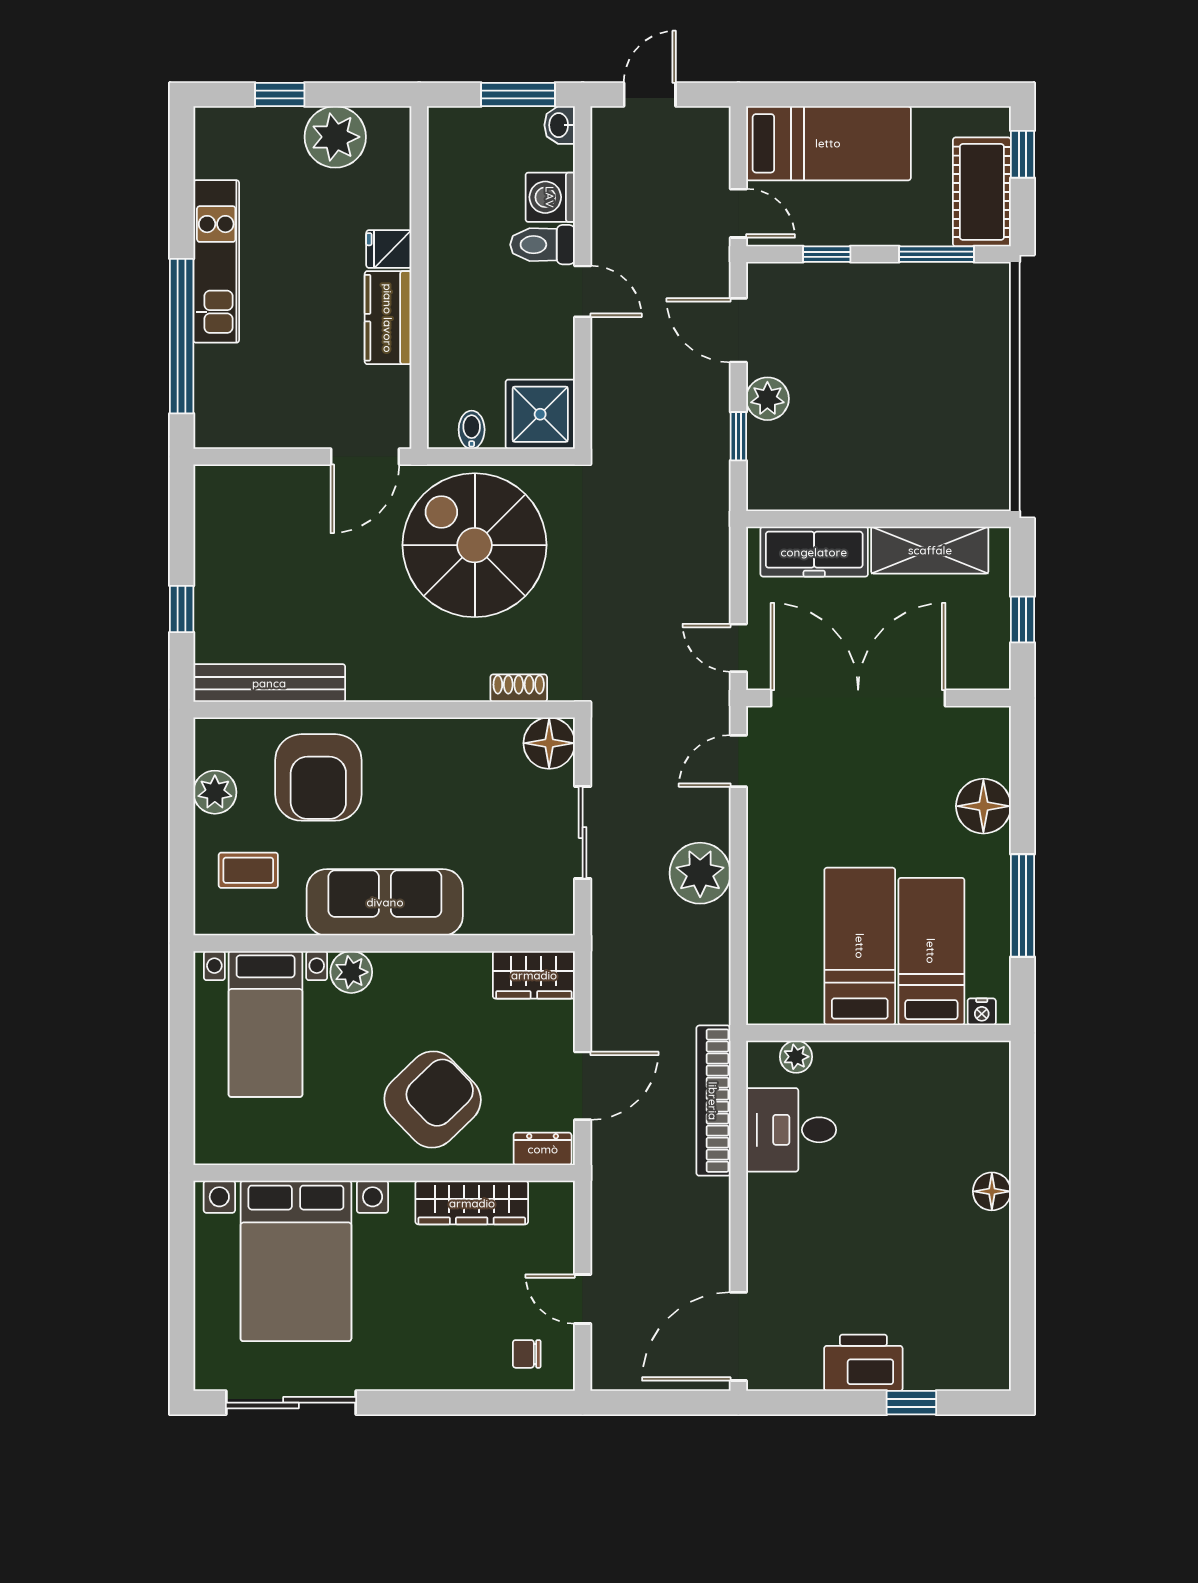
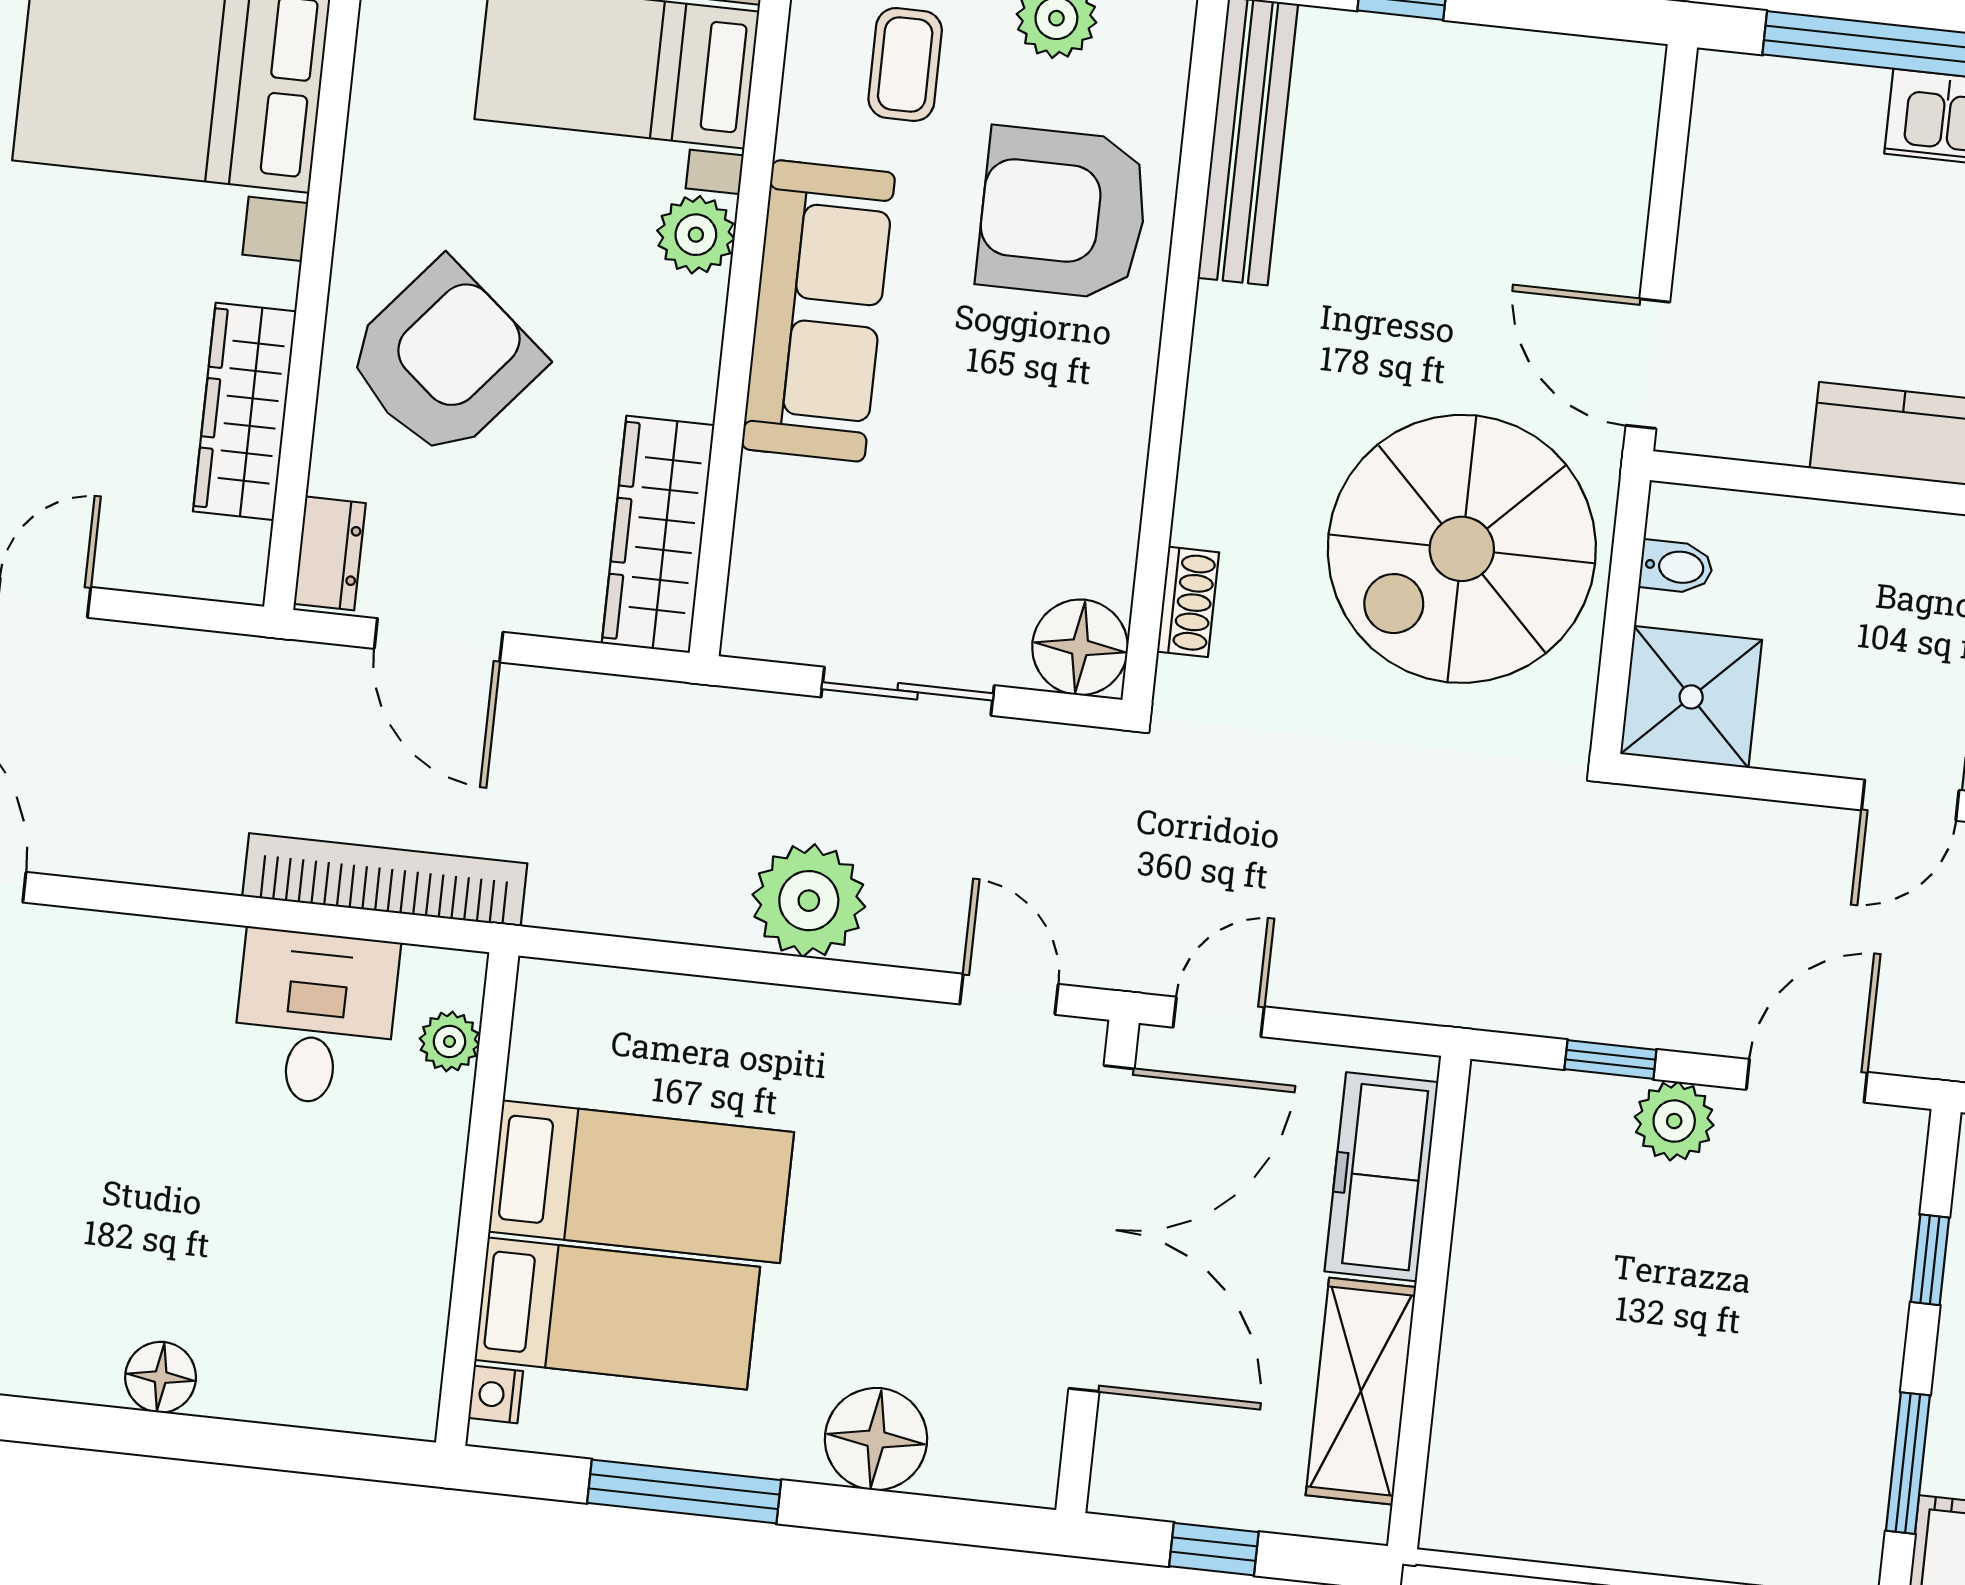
spiral stairs: (475, 545) -> (1462, 549), turned 180
wardrobe: (534, 975) -> (658, 534), width x1.50
armchair: (433, 1100) -> (443, 360), turned -96

